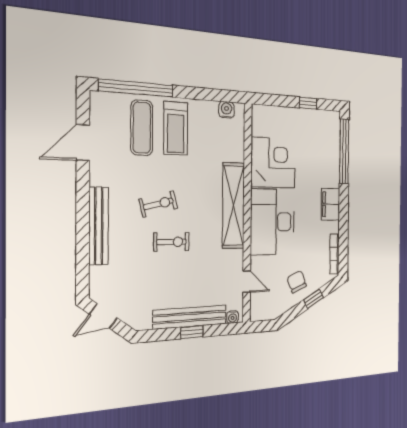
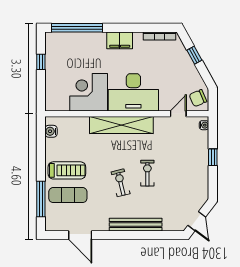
window: (136, 88) -> (41, 199), width x0.68
chair: (297, 282) -> (198, 98), moved
bench: (190, 317) -> (202, 159), removed

